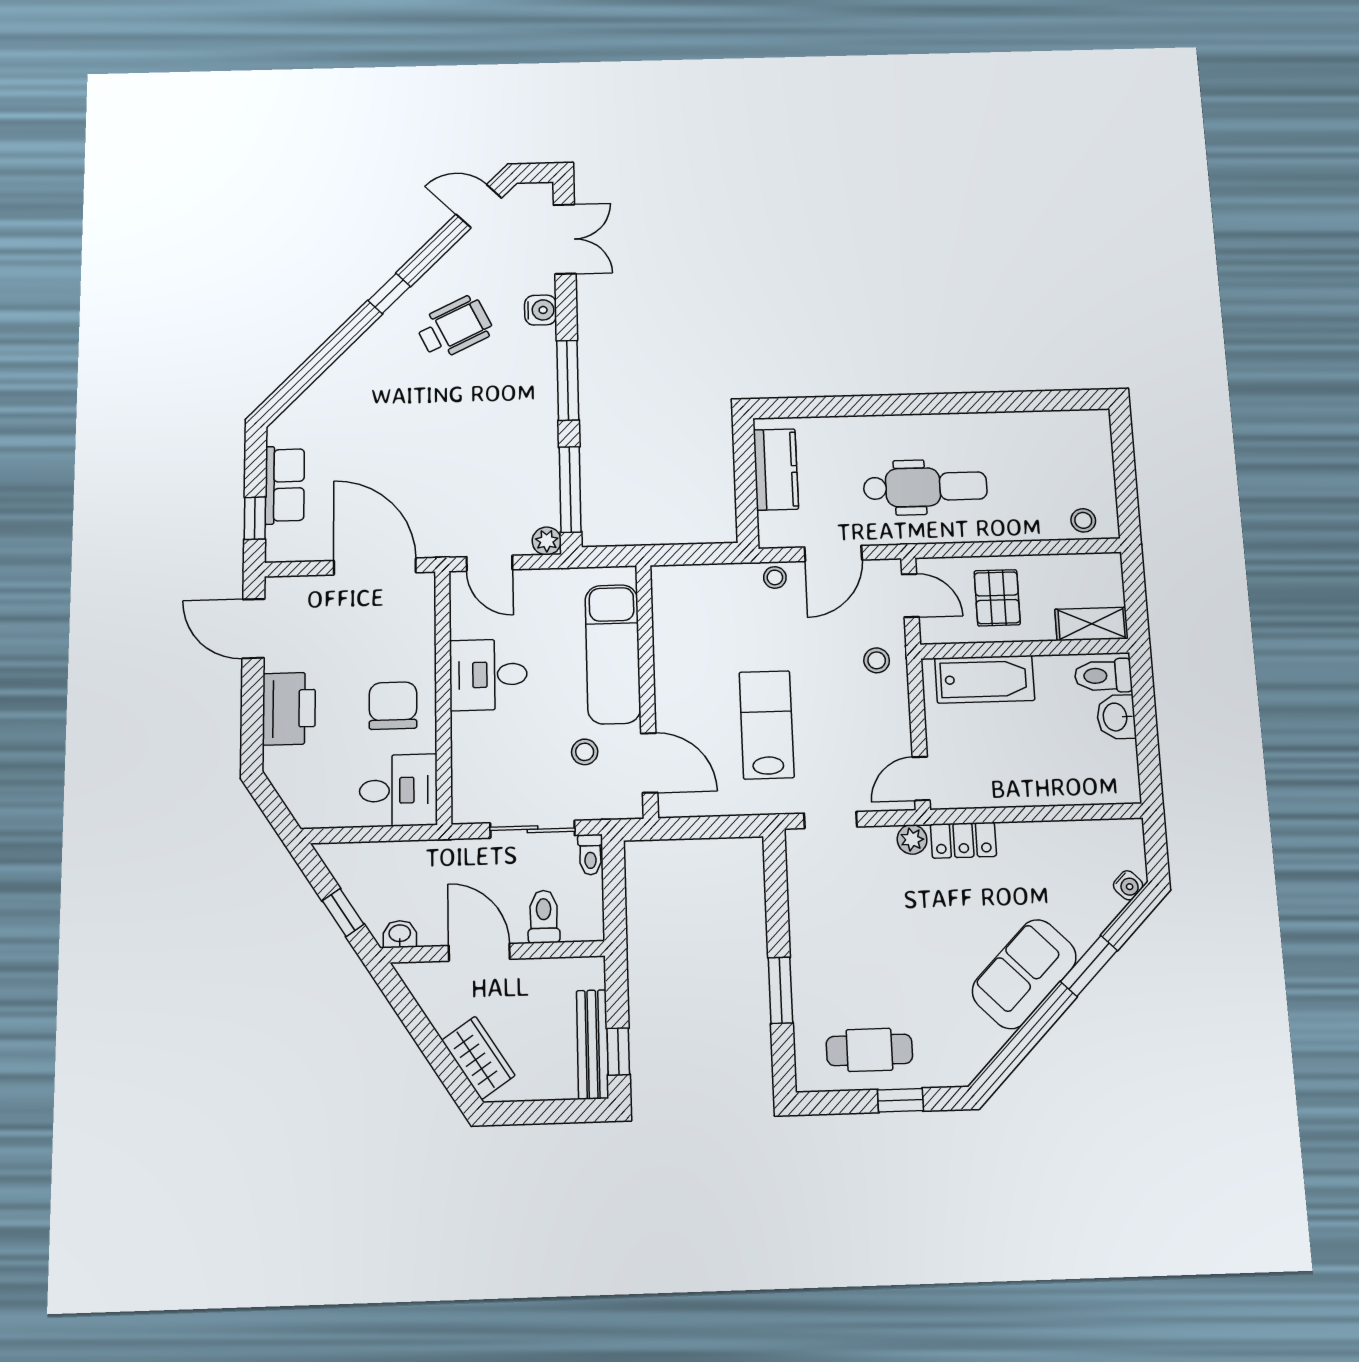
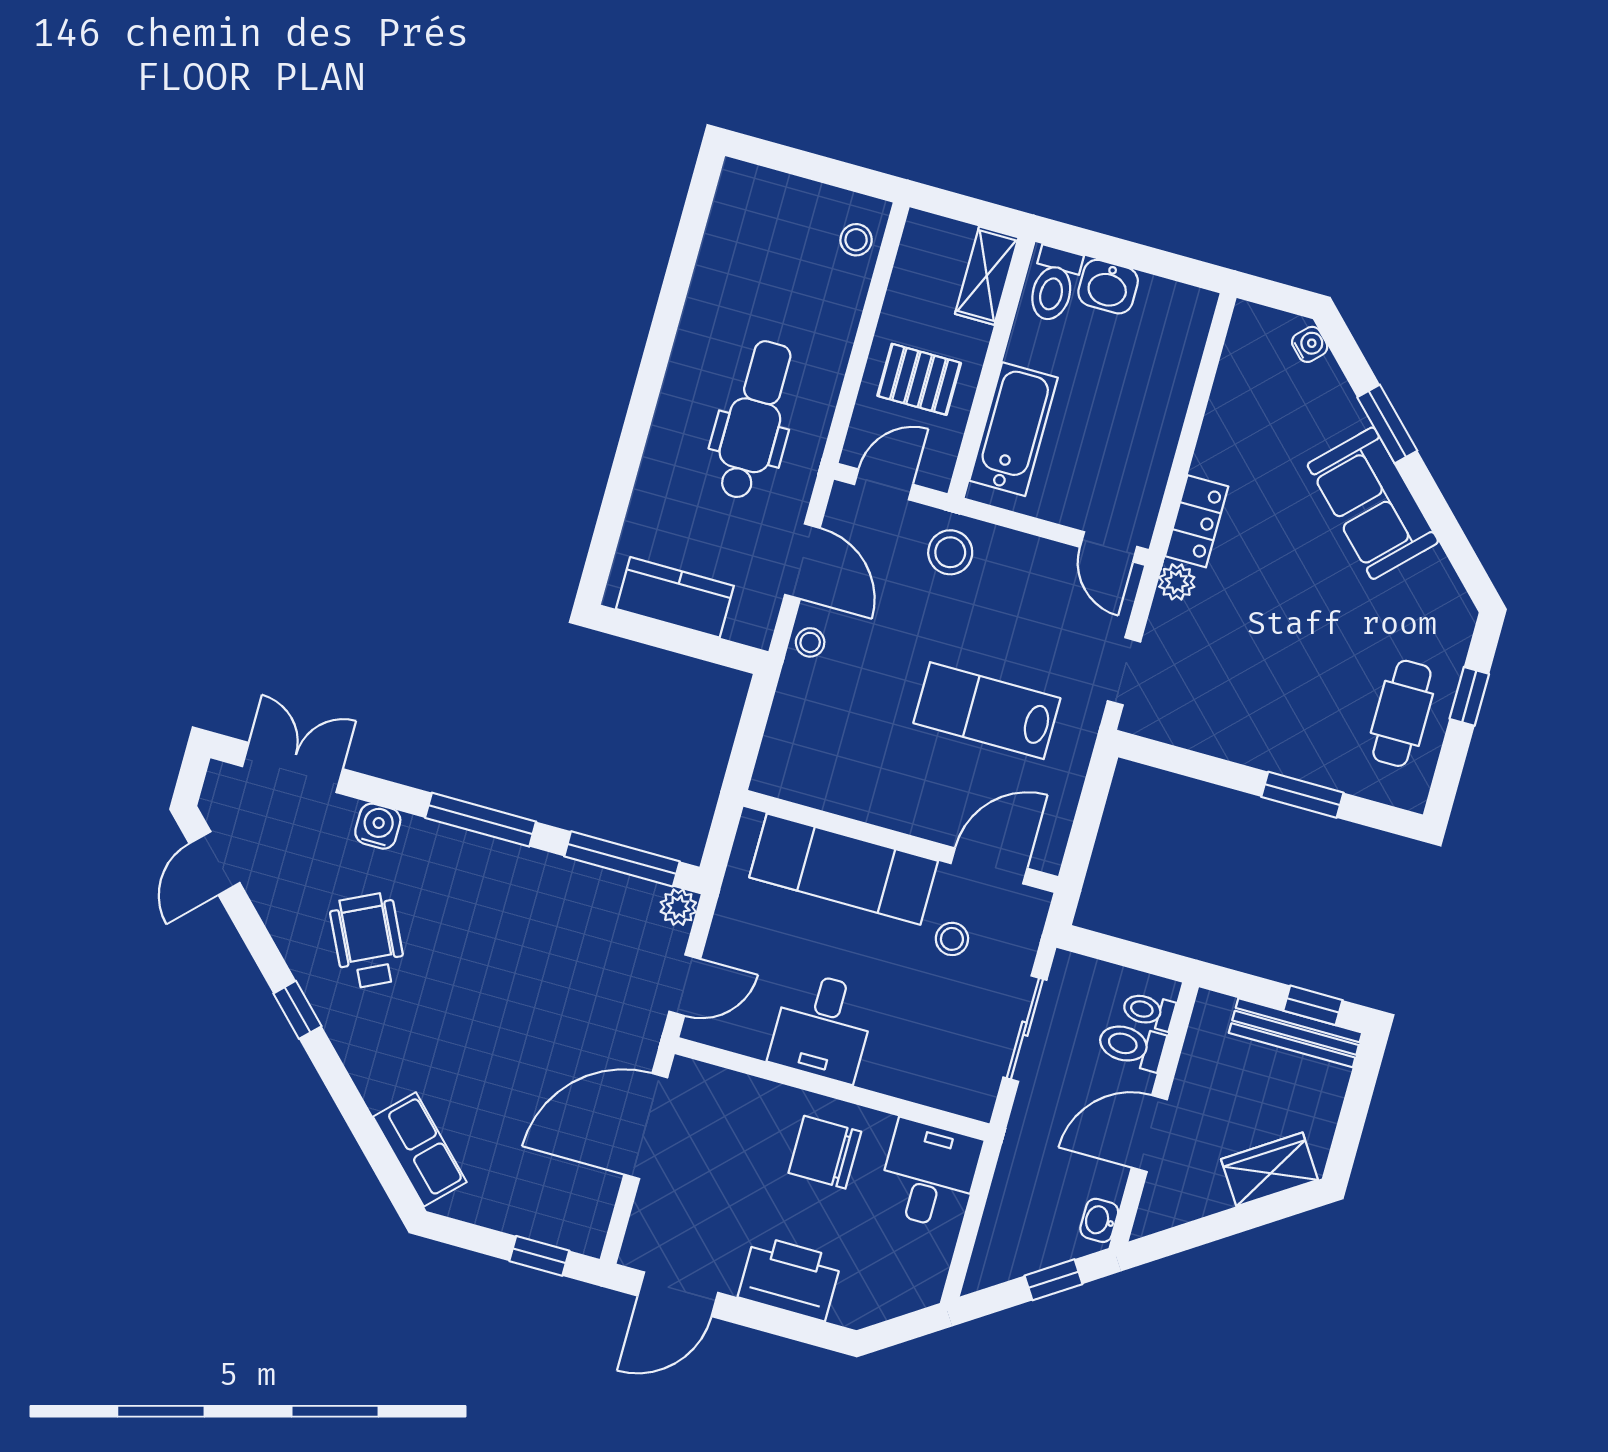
row of seats: (285, 485) -> (420, 1149), moved, turned 45
stool: (877, 660) -> (950, 552), width x1.37, depth x1.37
toilet: (590, 855) -> (1149, 1011), moved, turned 180

